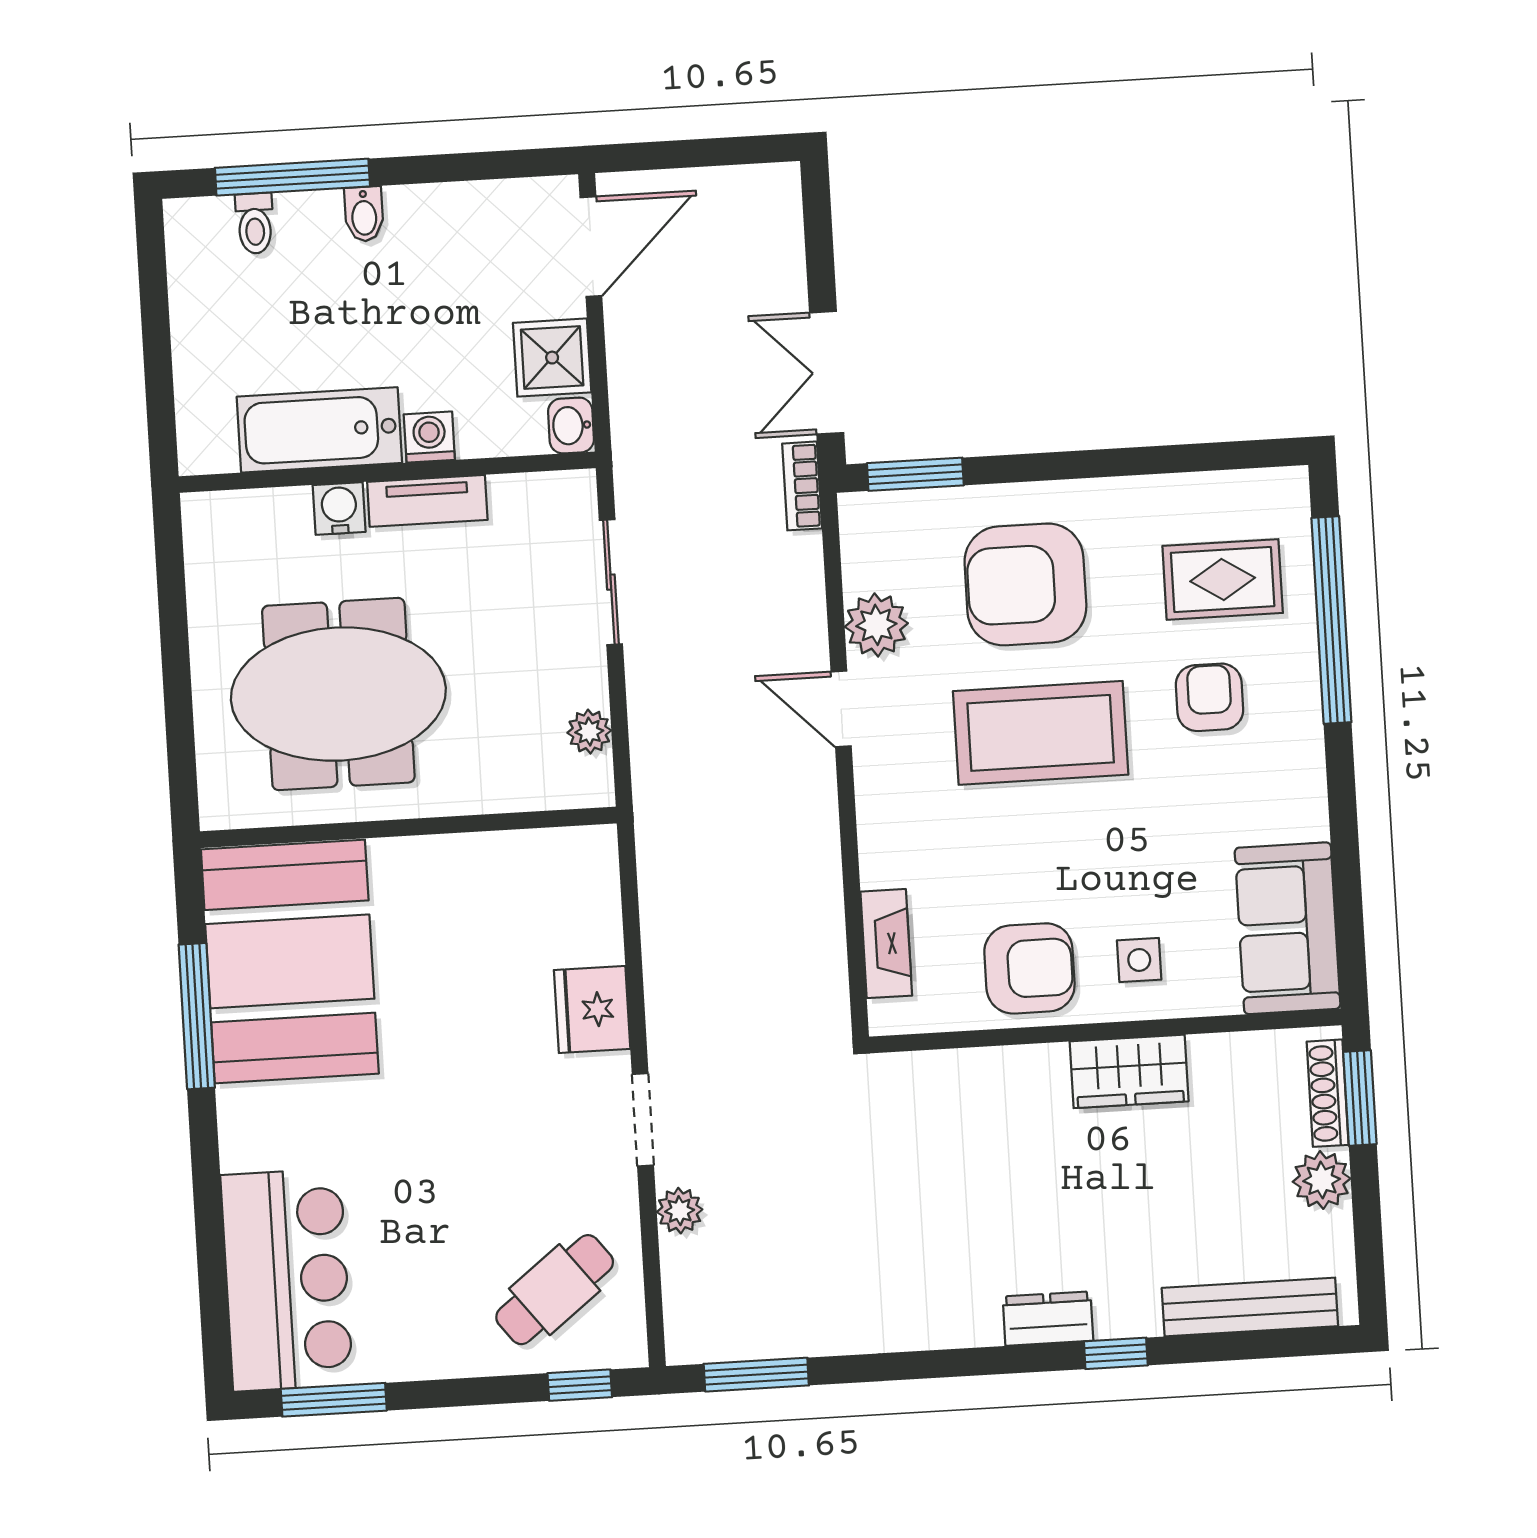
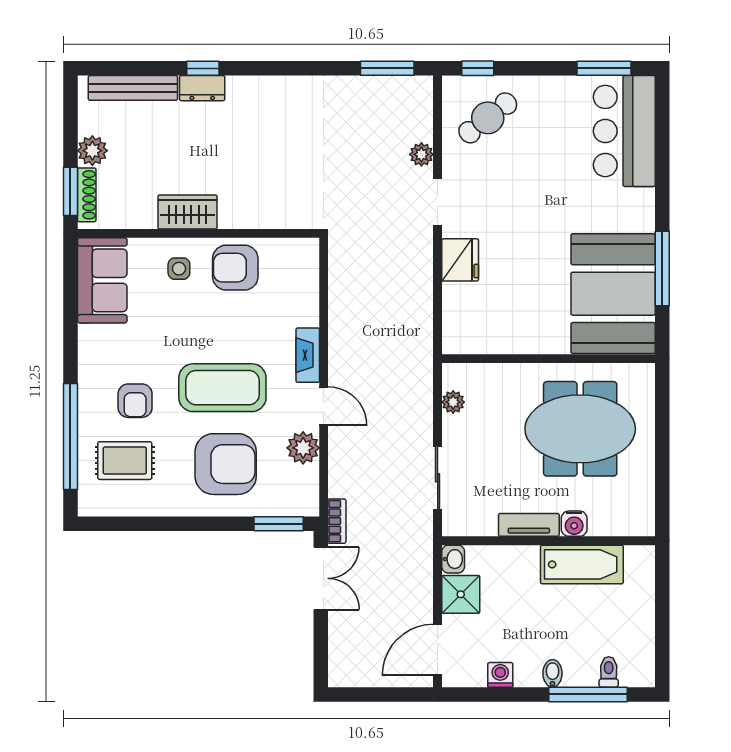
washing machine: (429, 437) -> (500, 675), moved, turned 180
fireplace: (886, 944) -> (308, 355), moved
dresser: (1048, 1319) -> (202, 88), moved

